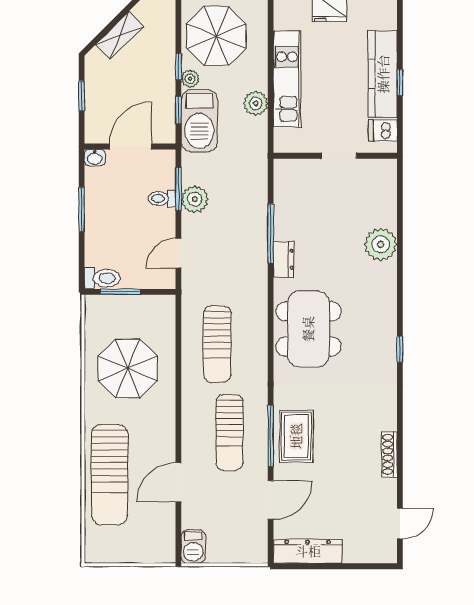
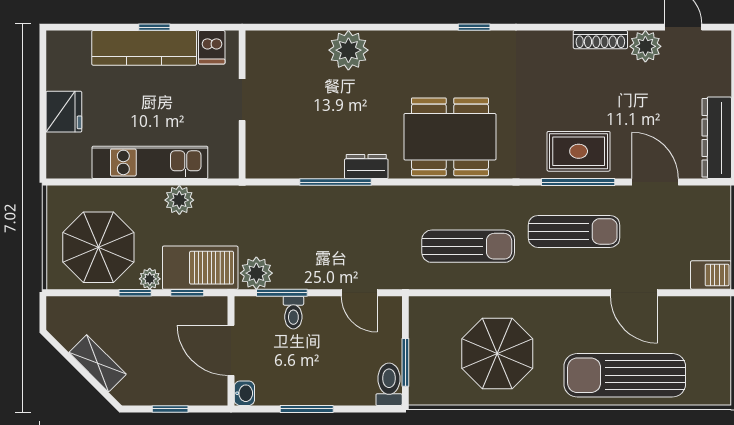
plant: (195, 199) -> (256, 273), moved
sun lounger: (110, 475) -> (625, 375), turned 180
plant: (384, 492) -> (645, 46), added

